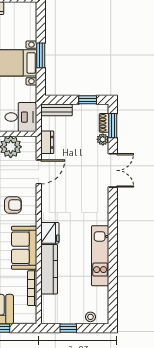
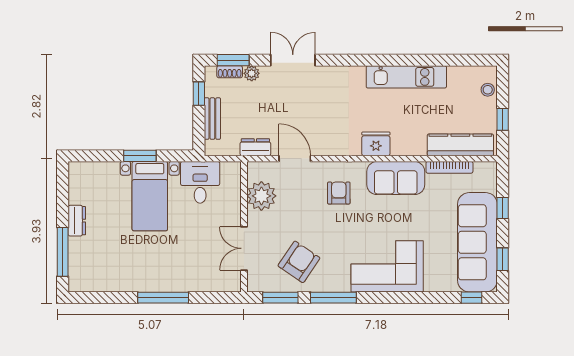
bench: (56, 110) -> (212, 119), moved
desk: (21, 117) -> (200, 182), moved
kitchen counter: (49, 269) -> (460, 145), moved

